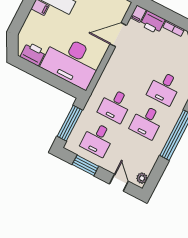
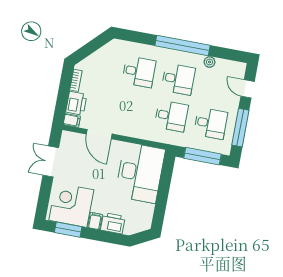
printer: (33, 54) -> (113, 223), moved, turned 90
window: (85, 165) -> (240, 128), width x1.44
plant: (142, 178) -> (210, 62), moved
door: (119, 183) -> (248, 89), hinge flipped

